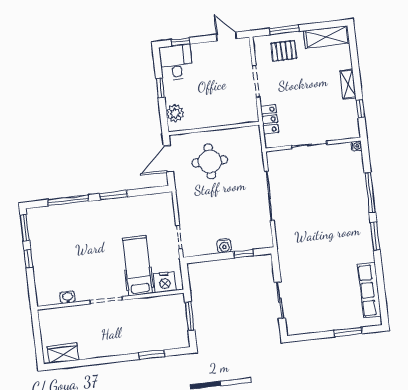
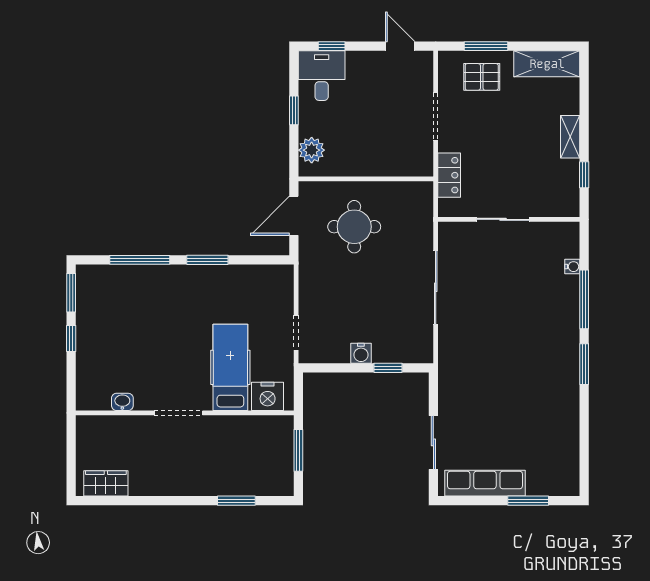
water cooler: (357, 146) -> (572, 267), moved
row of seats: (369, 290) -> (485, 483), moved, turned 90

